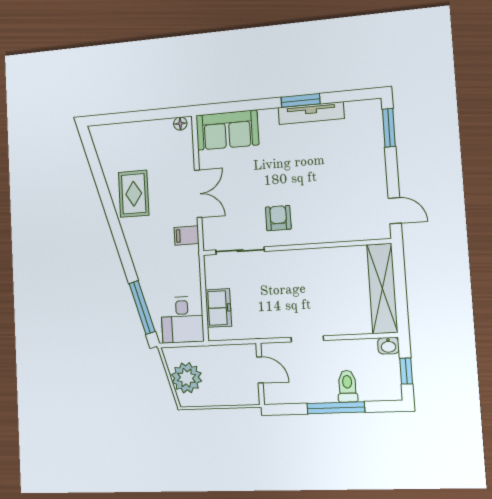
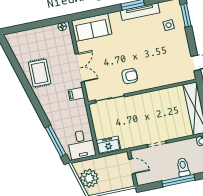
side table: (356, 141) -> (169, 25), added
armchair: (278, 218) -> (130, 76), turned 90
freezer: (218, 308) -> (108, 145), moved, turned -90

